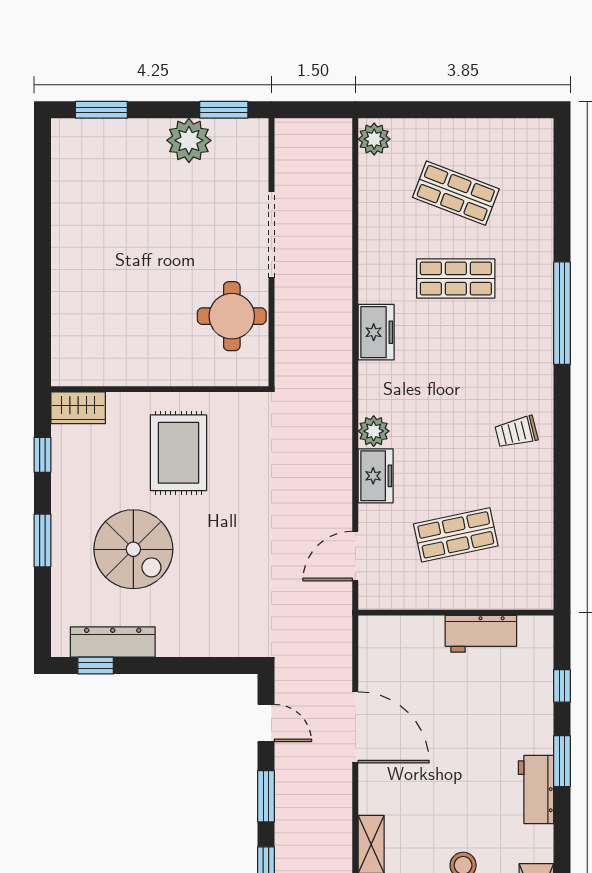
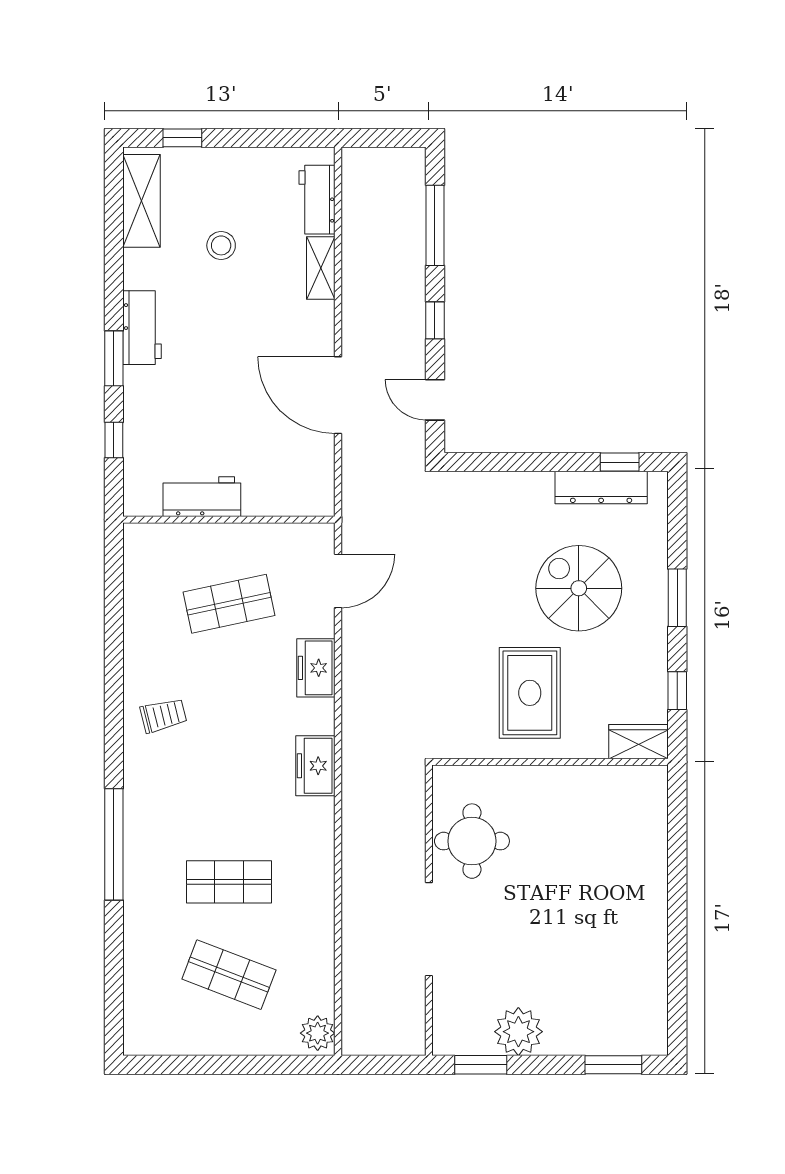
freezer: (376, 332) -> (315, 766), moved
plant: (374, 431) -> (318, 716), removed
window: (266, 796) -> (435, 320), width x0.67

